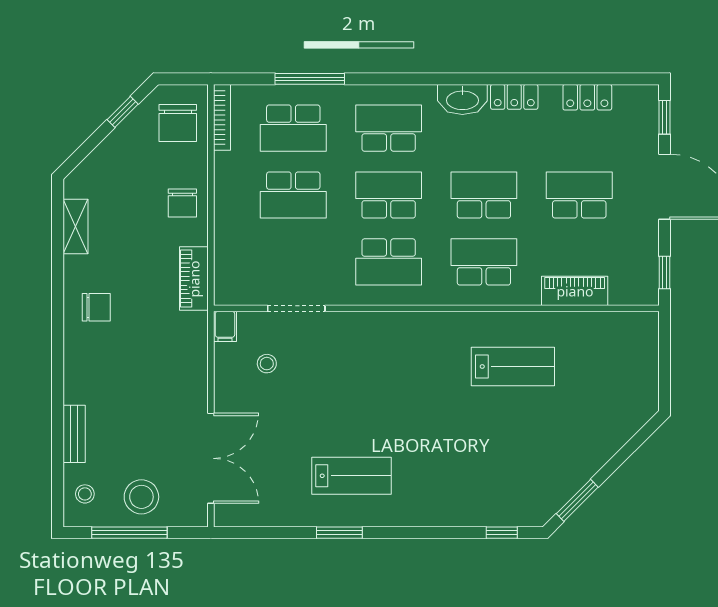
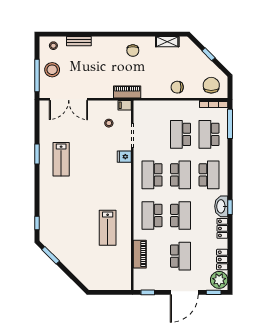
window: (310, 79) -> (230, 124), moved
window: (464, 79) -> (230, 207), added
plant: (635, 104) -> (219, 280), added
window: (123, 112) -> (208, 54), moved
chair: (178, 123) -> (211, 85), turned 90
school desk: (484, 262) -> (152, 215), turned 180
piano: (194, 279) -> (127, 92), moved
fridge: (346, 328) -> (124, 157), added
window: (129, 533) -> (37, 76), moved

